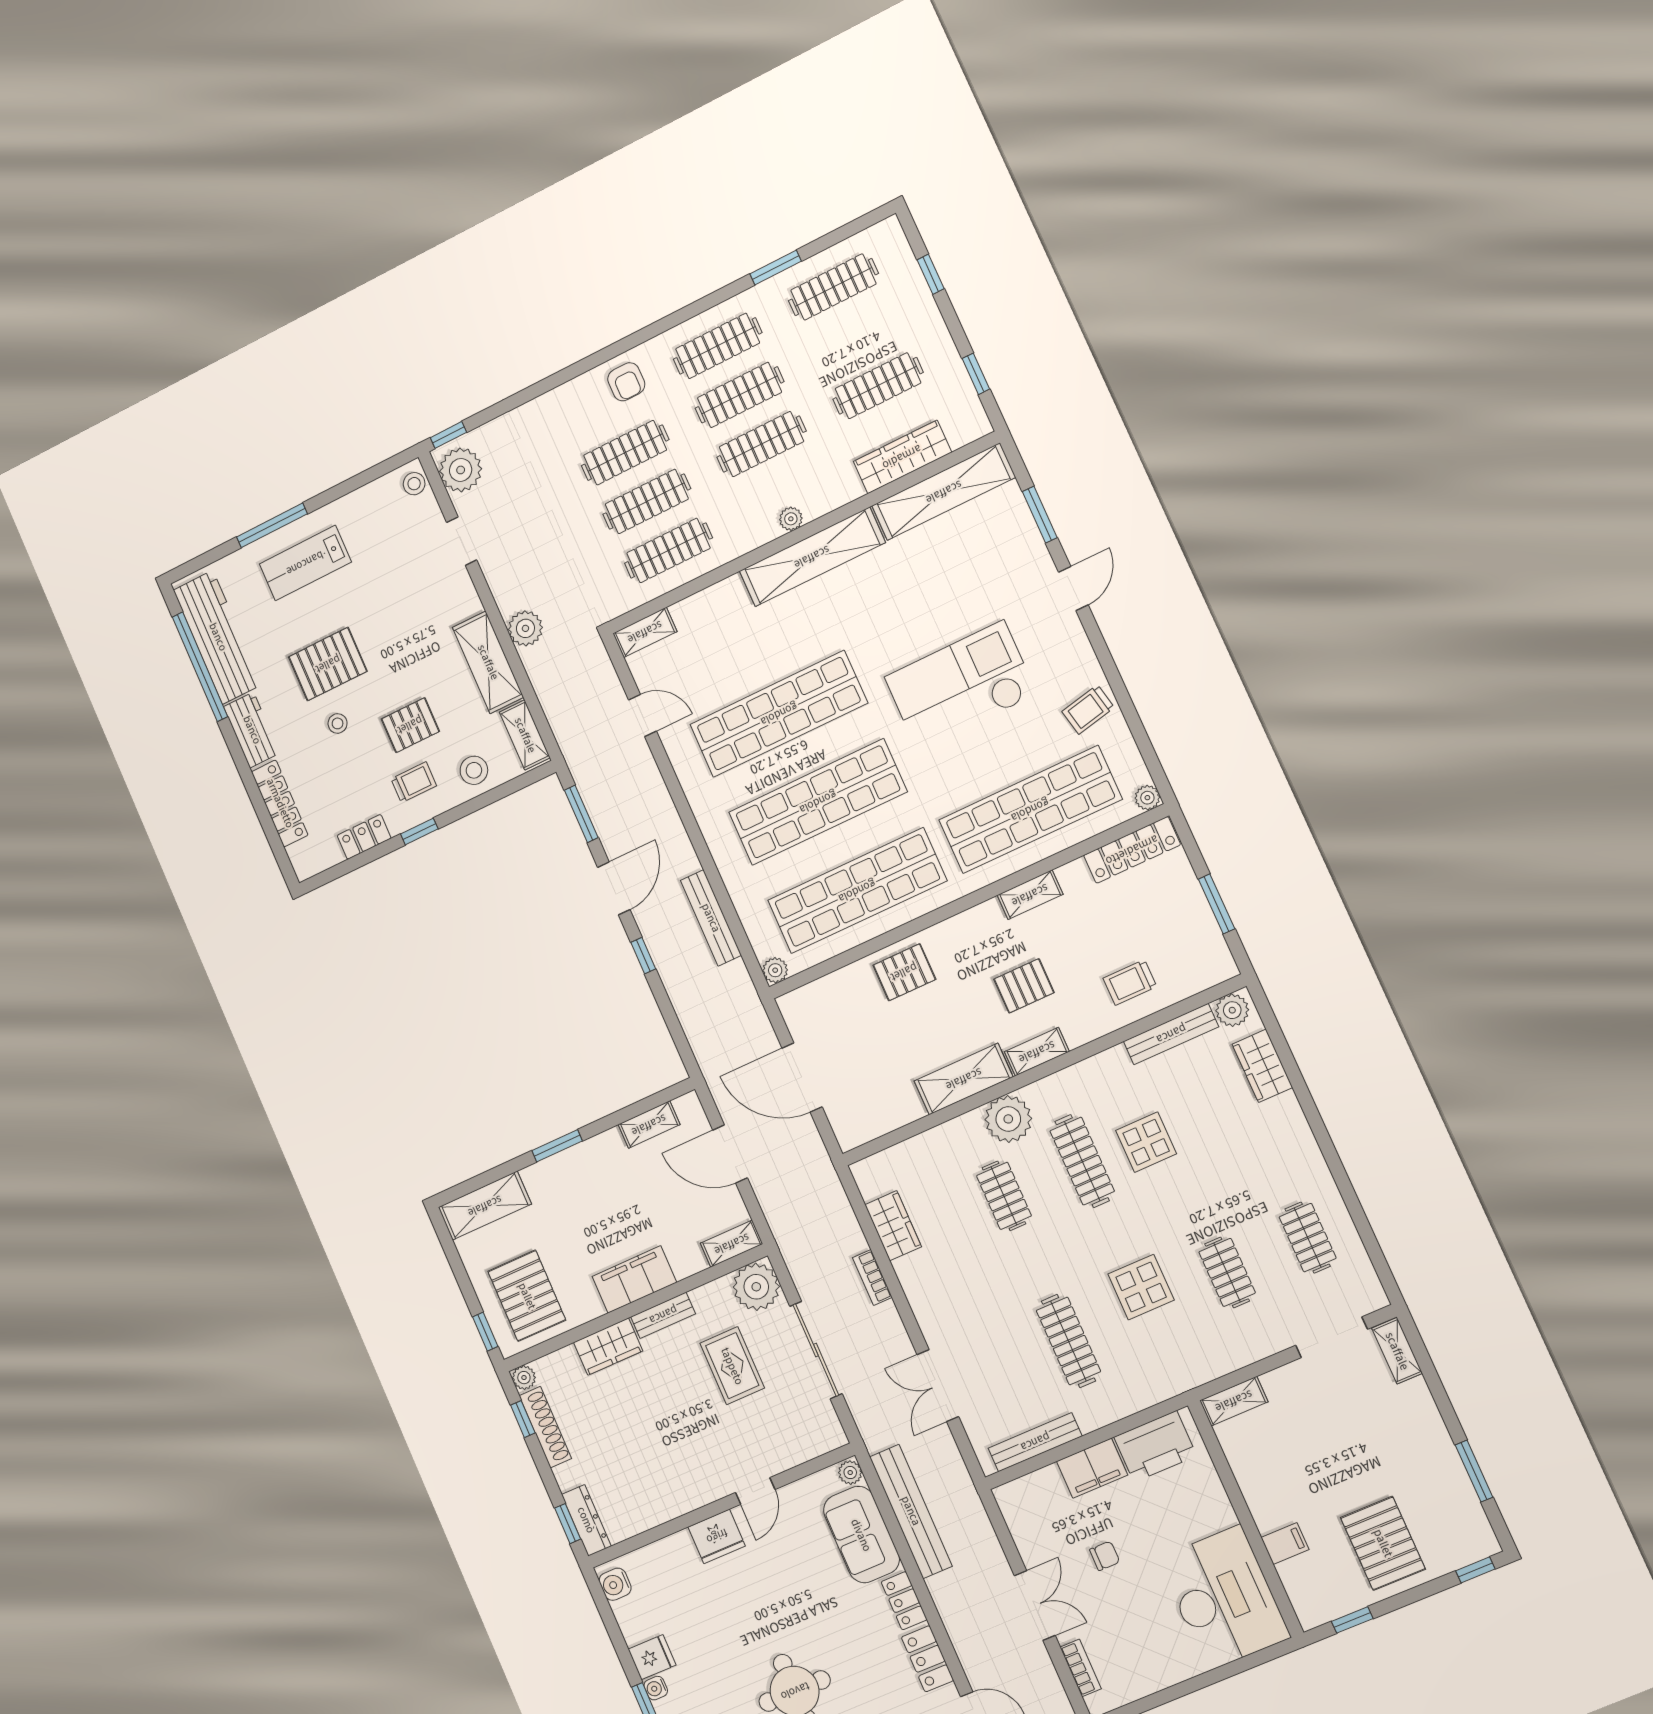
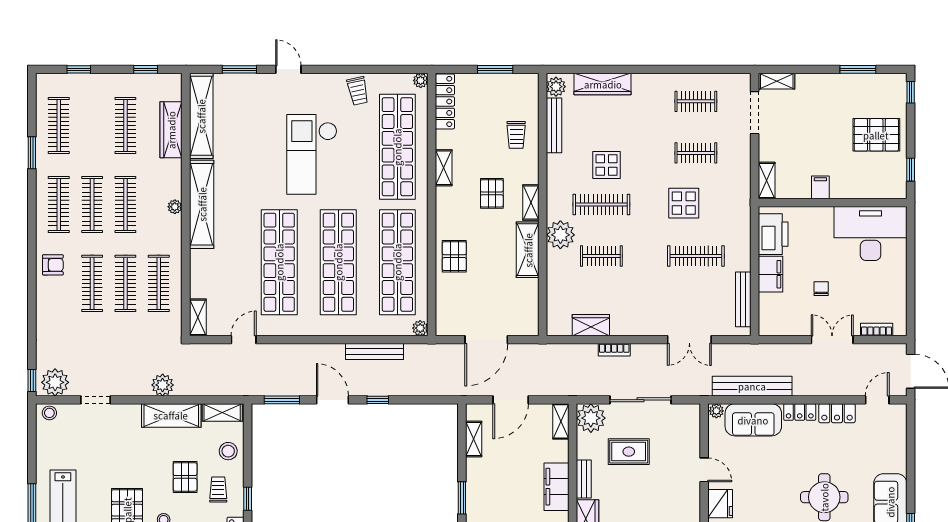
wardrobe: (1262, 1066) -> (603, 84), width x1.50
filing cabinet: (1285, 1544) -> (820, 187), moved

